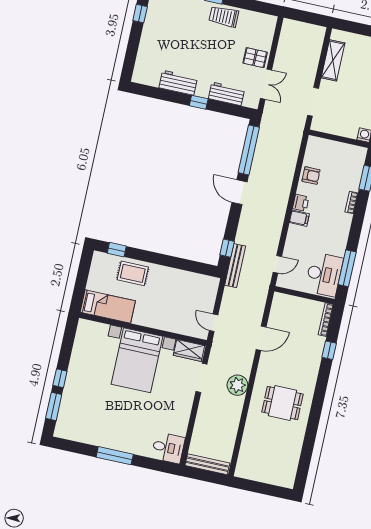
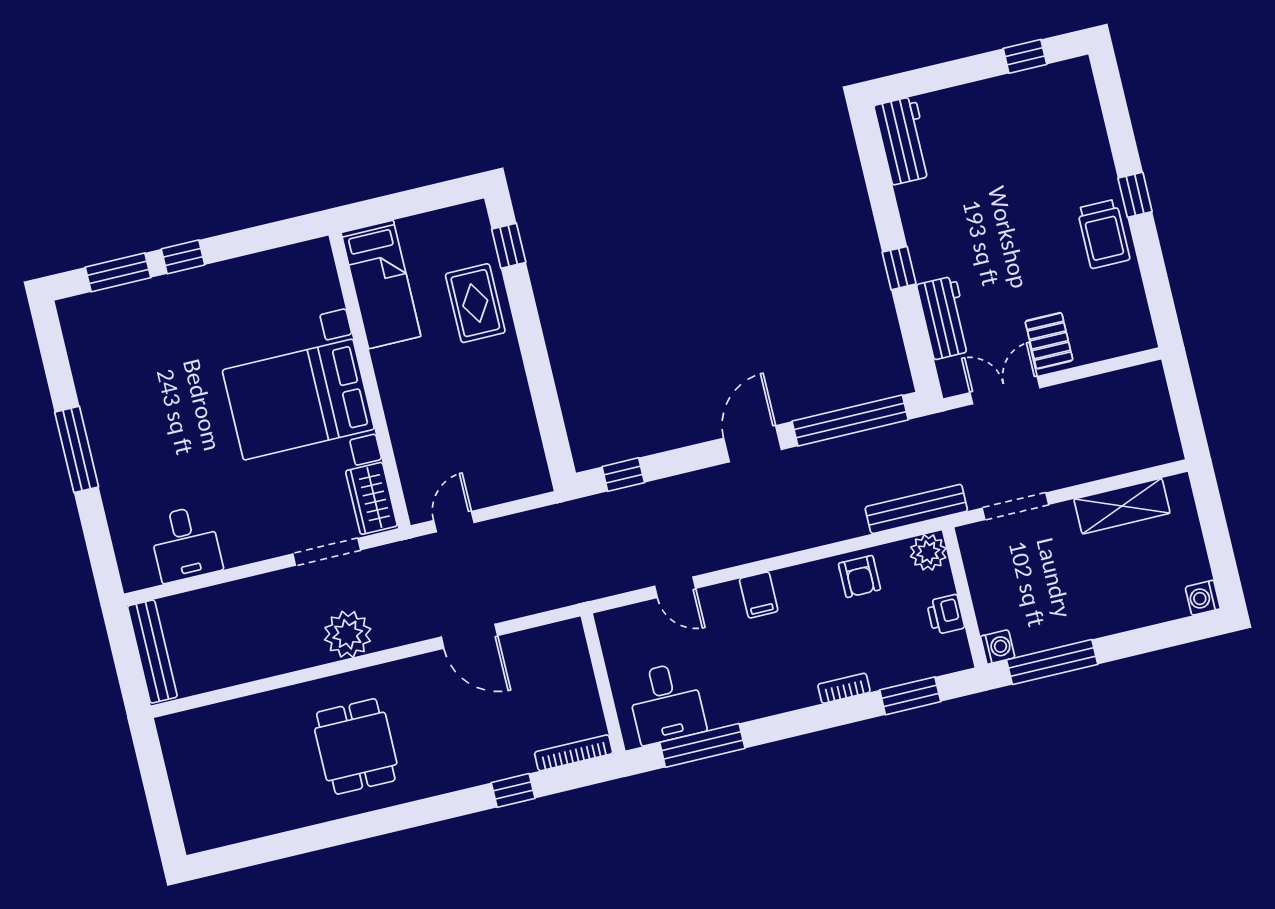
trolley: (224, 16) -> (1103, 234), turned 180
workbench: (178, 83) -> (904, 141), moved
double door: (266, 84) -> (1005, 390), swing flipped
plant: (315, 144) -> (928, 552), added
printer: (301, 203) -> (945, 615), moved, turned 90
door: (277, 264) -> (675, 587), moved
bench: (235, 266) -> (916, 509), moved
desk: (324, 274) -> (666, 703), width x0.73
desk: (168, 448) -> (185, 544), moved

